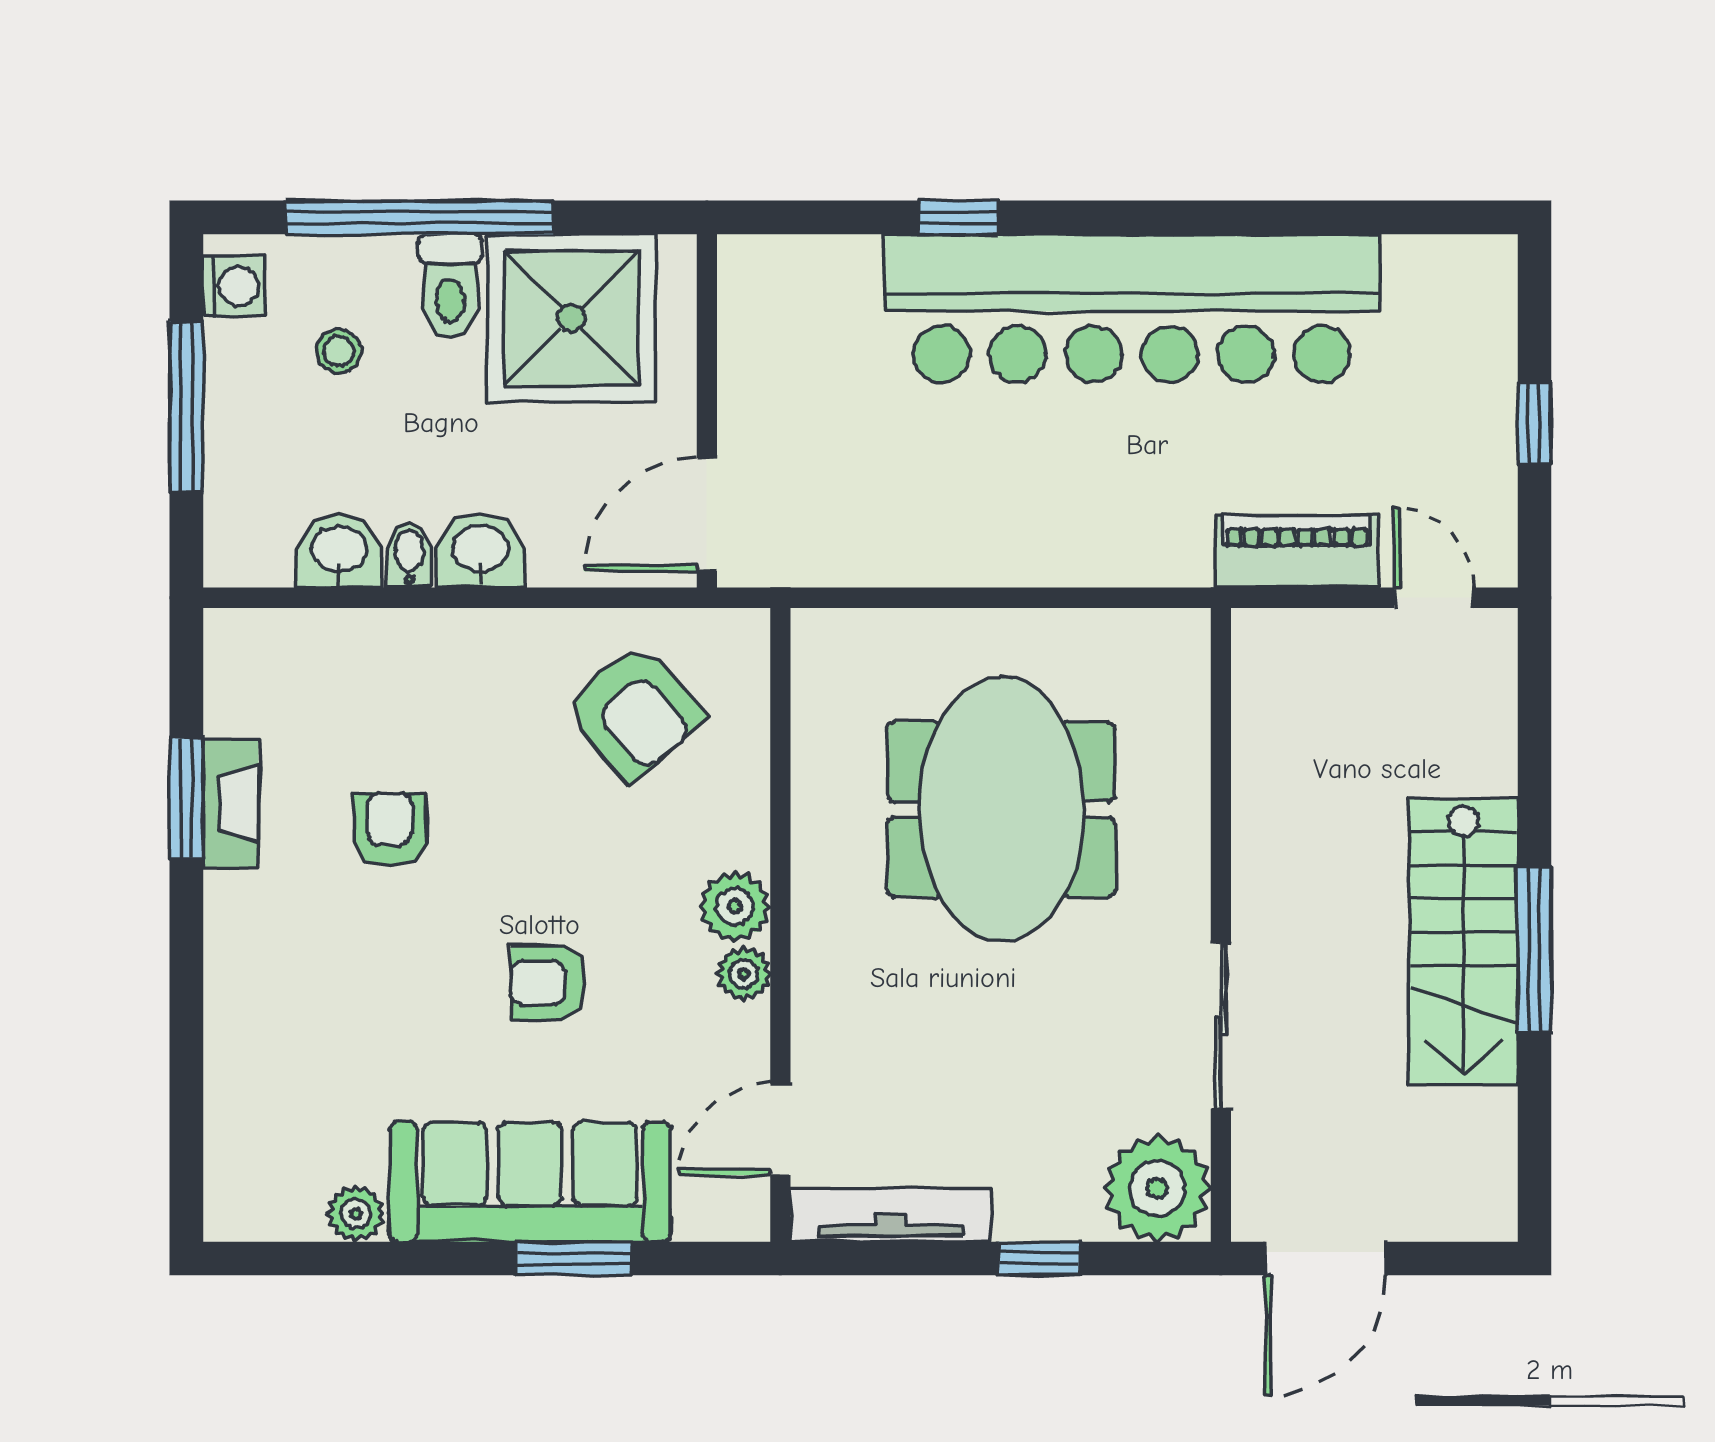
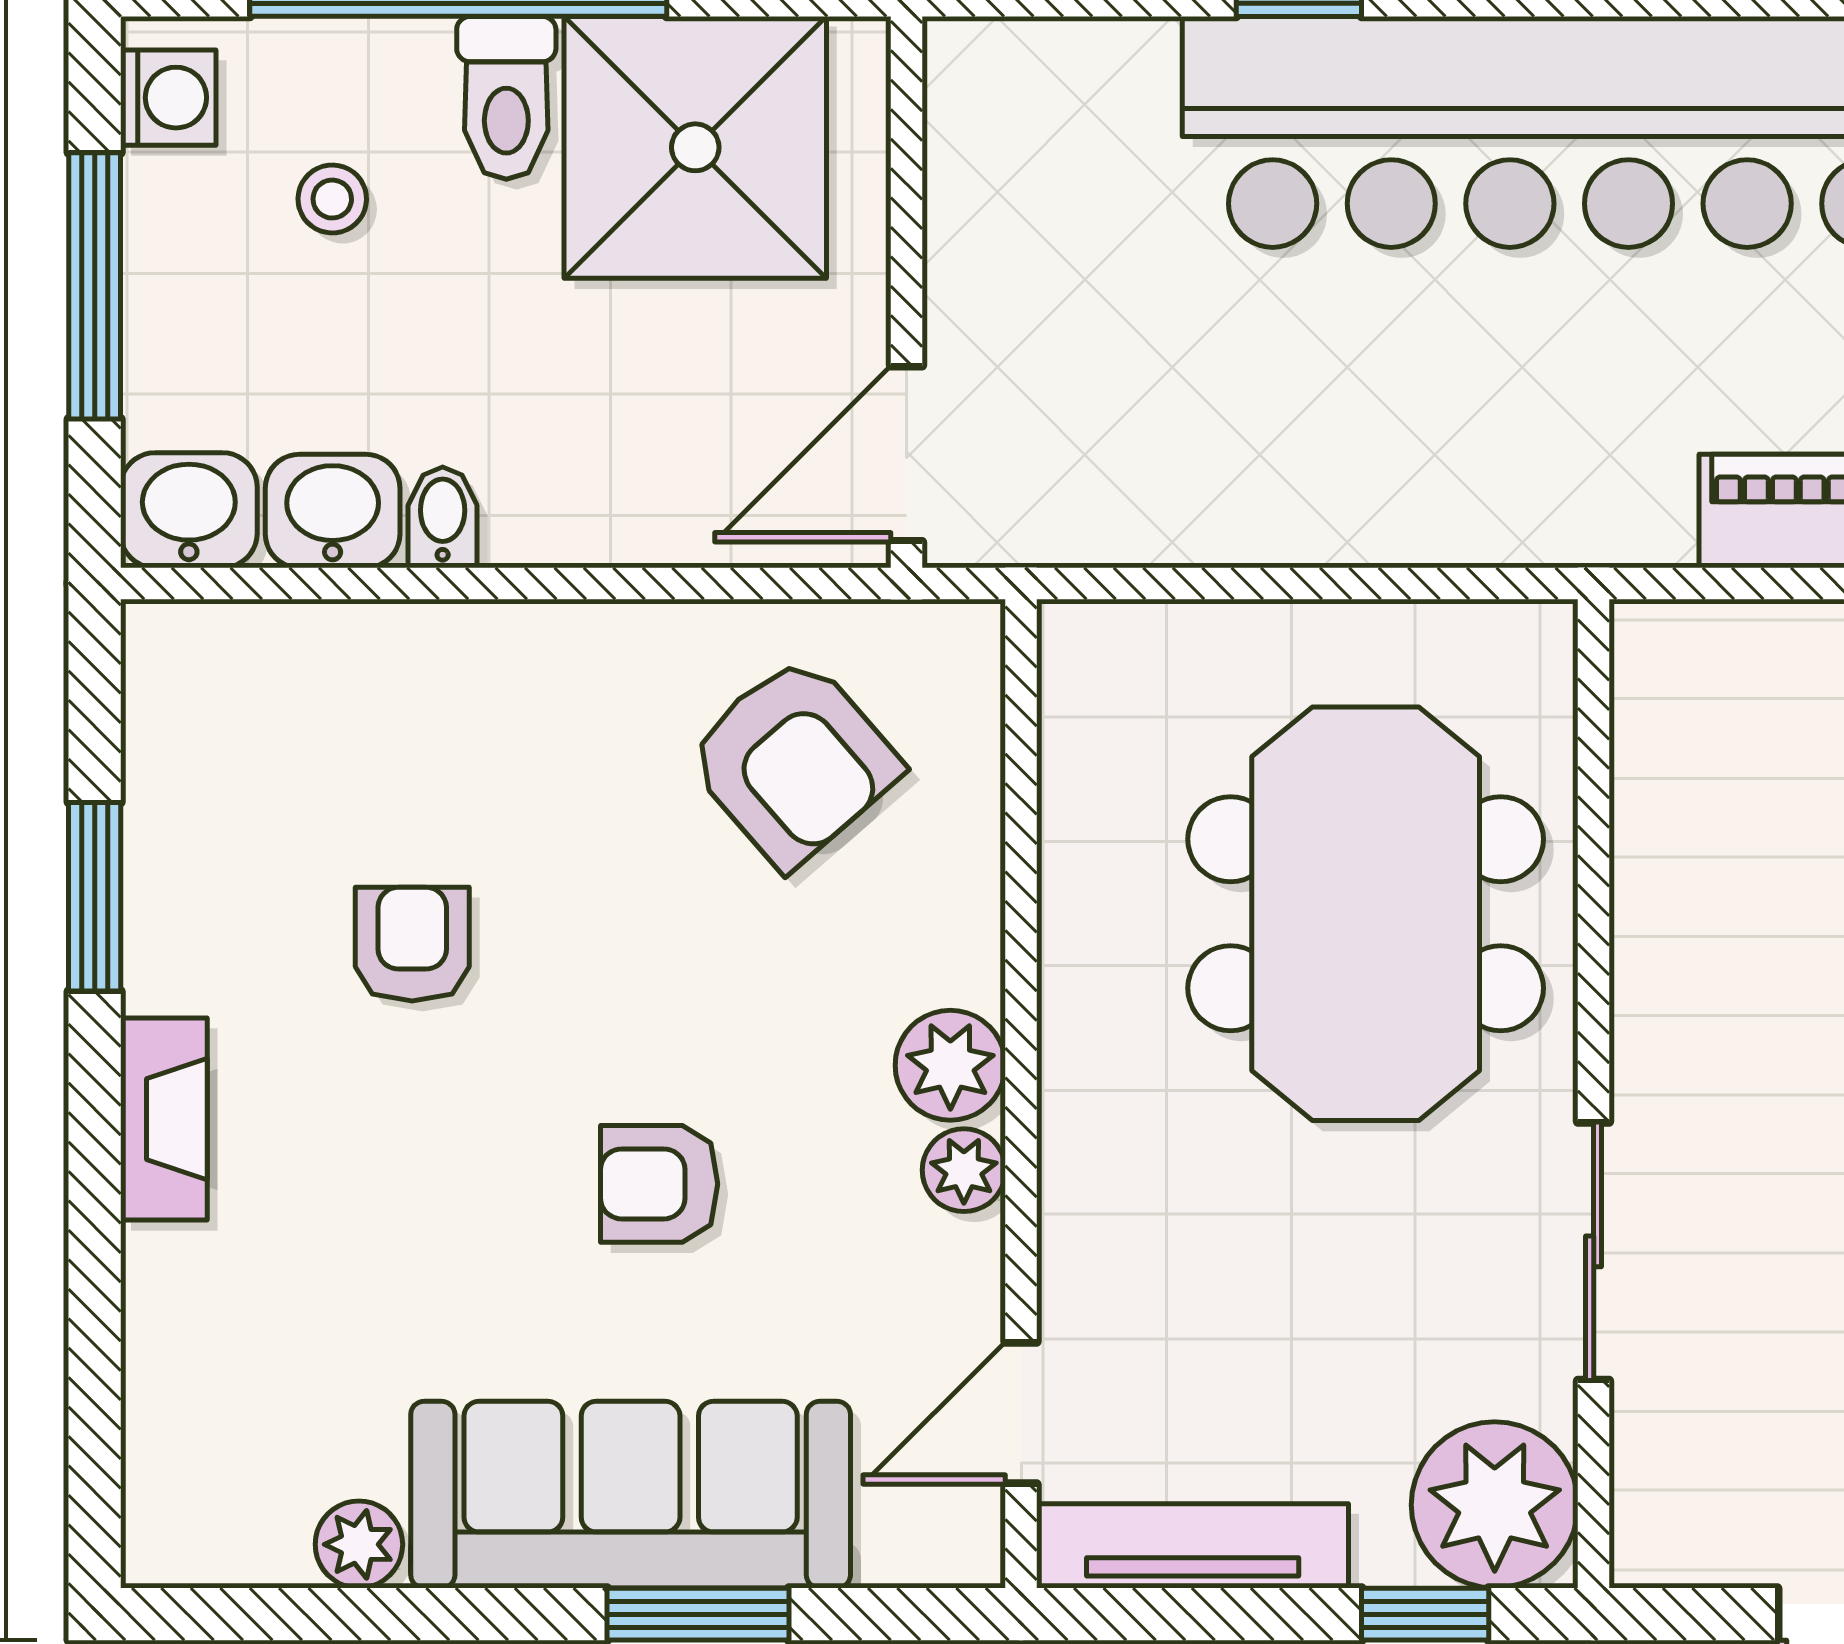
washbasin: (481, 551) -> (189, 510), moved
fireplace: (231, 804) -> (164, 1119), moved
wall: (1221, 925) -> (1594, 1094), moved
sliding door: (1221, 1026) -> (1594, 1251), moved
plant: (1157, 1188) -> (1495, 1505), moved

